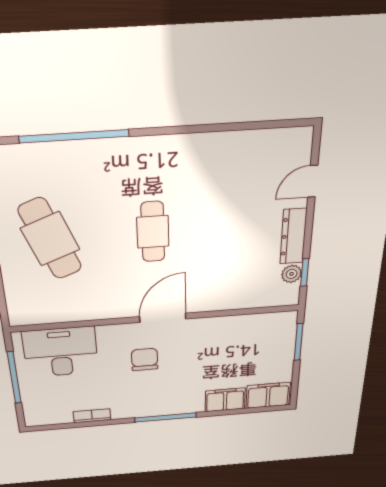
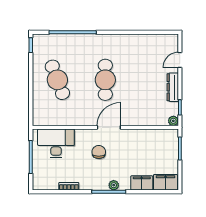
cafe table: (153, 232) -> (105, 80), width x1.37, depth x1.35
plant: (292, 274) -> (173, 121), moved
plant: (174, 407) -> (114, 185), added

